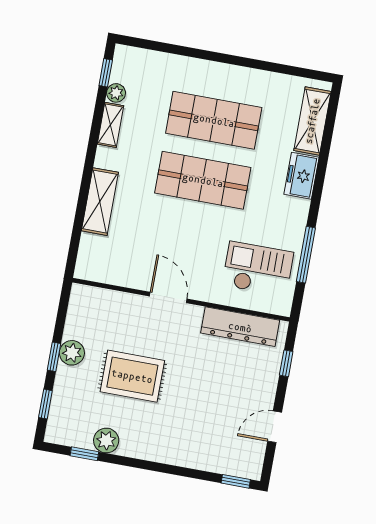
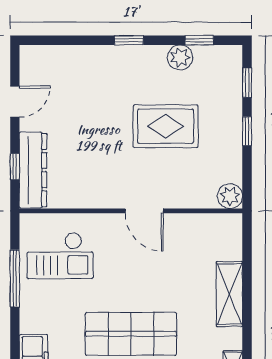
dresser: (240, 327) -> (33, 170), moved, turned 90
plant: (72, 353) -> (230, 196), moved
window: (236, 481) -> (129, 40), moved

